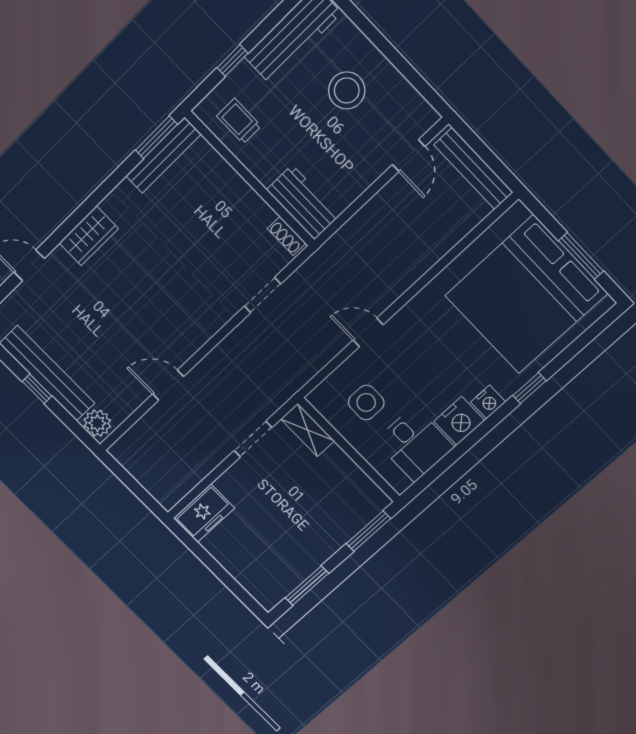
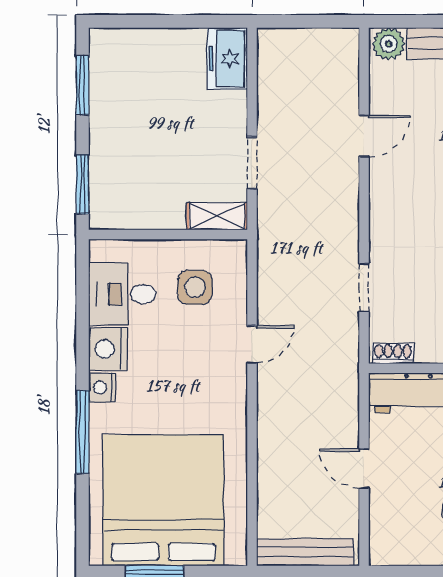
door: (409, 156) -> (364, 469), moved
window: (530, 388) -> (82, 432), width x2.17

